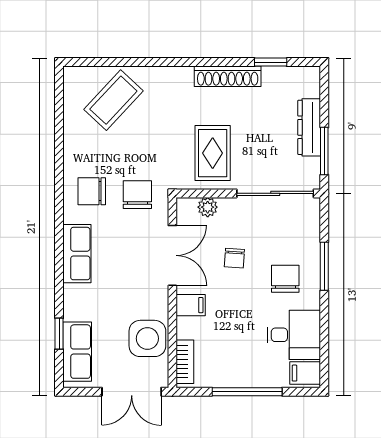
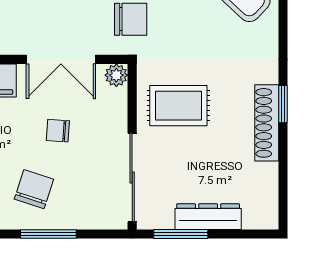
window: (271, 62) -> (283, 104), moved
plant: (208, 207) -> (116, 75), moved
chair: (285, 279) -> (34, 189), turned -72

